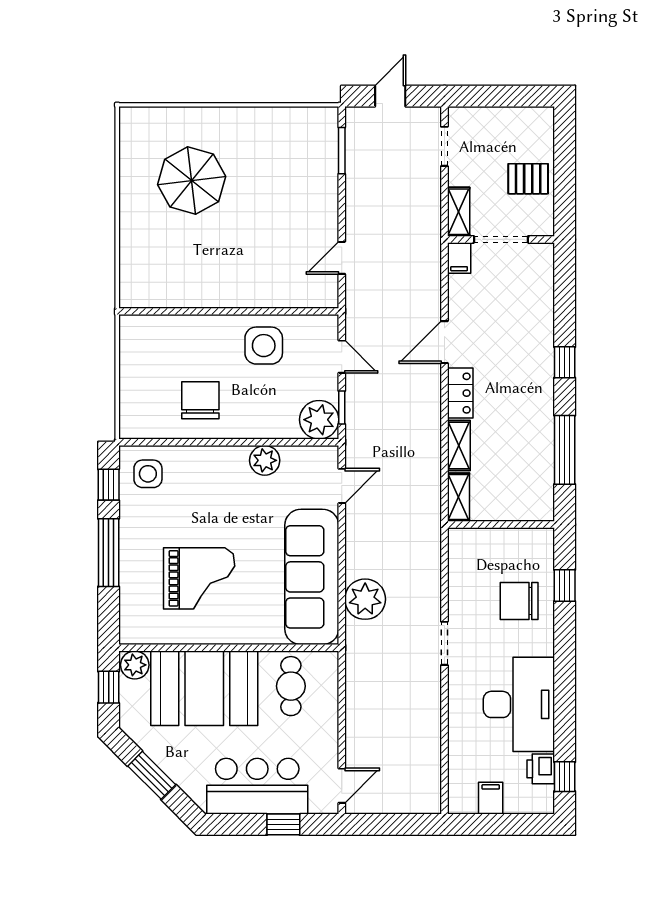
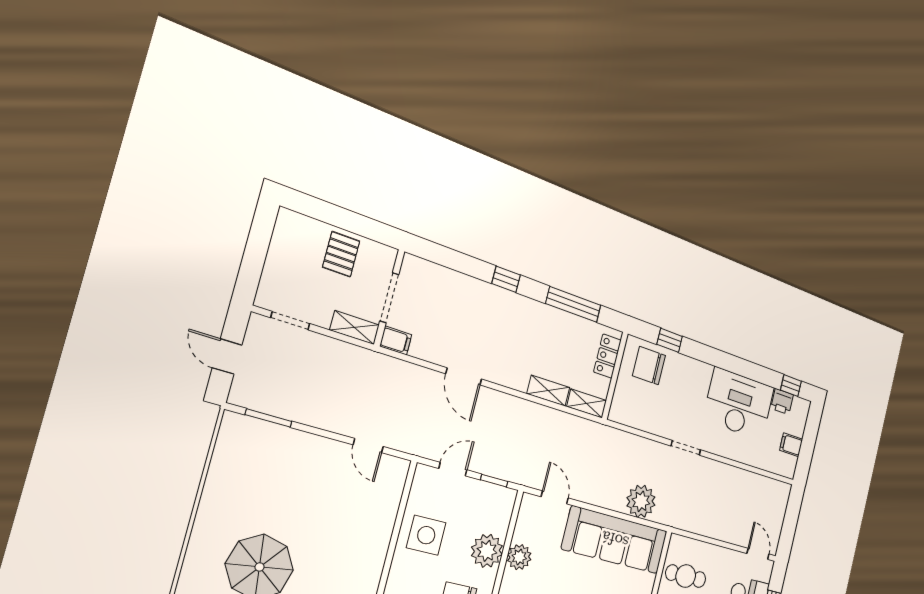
locker: (460, 393) -> (607, 356), moved, turned -90
plant: (319, 420) -> (487, 551), moved
chair: (519, 601) -> (649, 366), moved, turned 90

